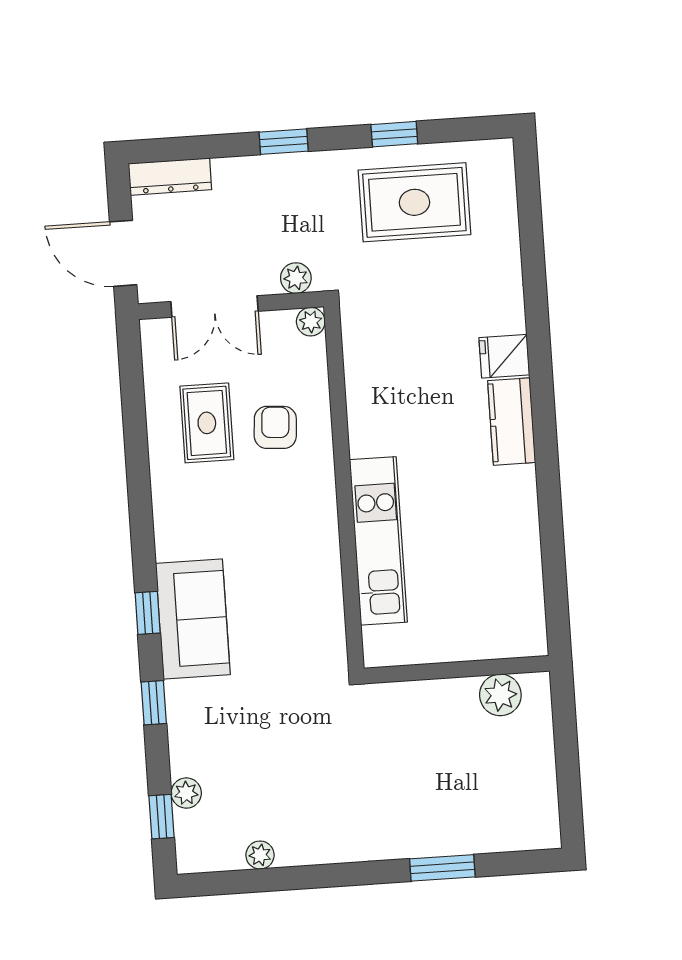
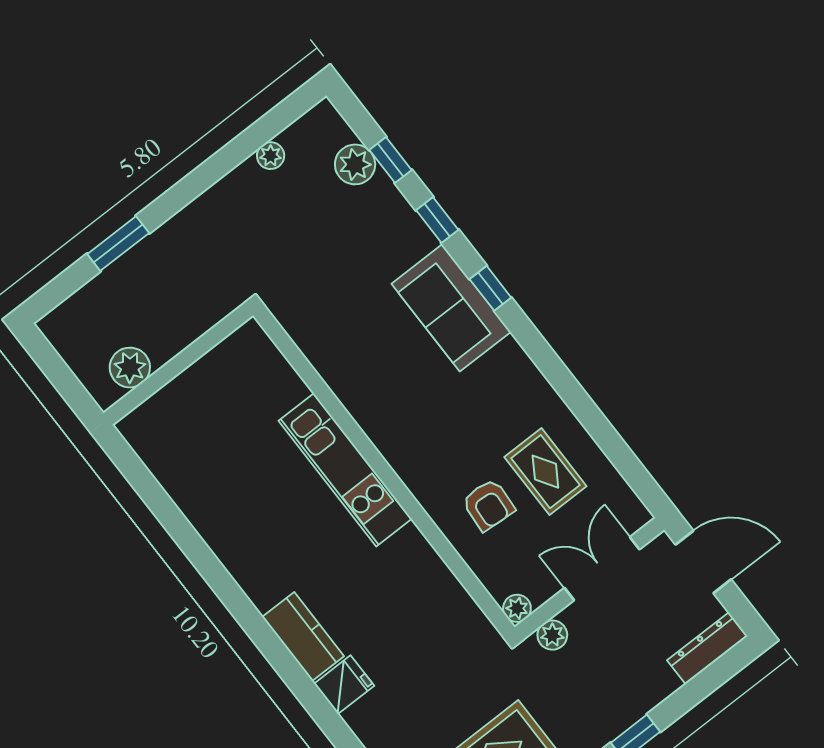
wall: (457, 670) -> (178, 364), moved
plant: (500, 695) -> (130, 368), moved
plant: (186, 793) -> (355, 164), width x1.38, depth x1.38
window: (162, 817) -> (391, 160), moved

